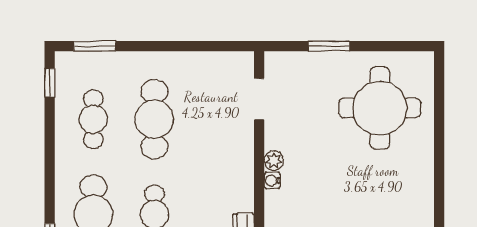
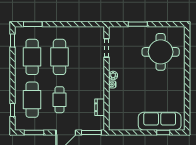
cafe table: (93, 119) -> (32, 57), width x1.37, depth x1.35

